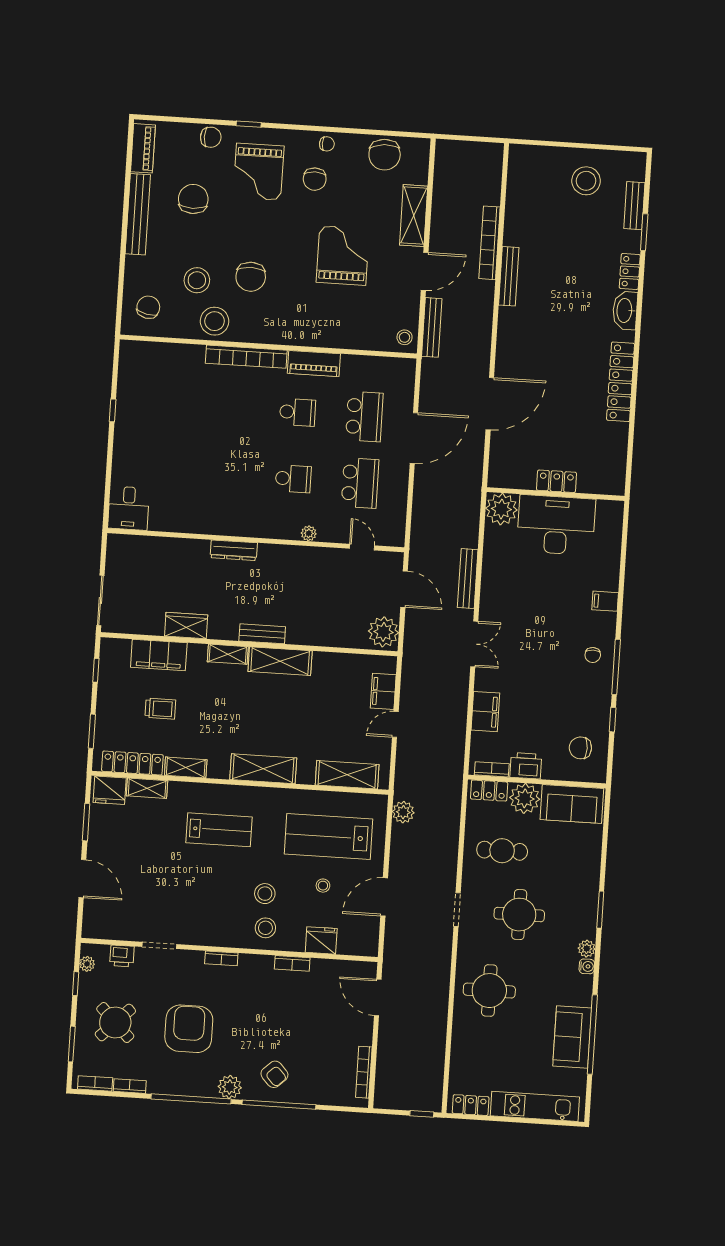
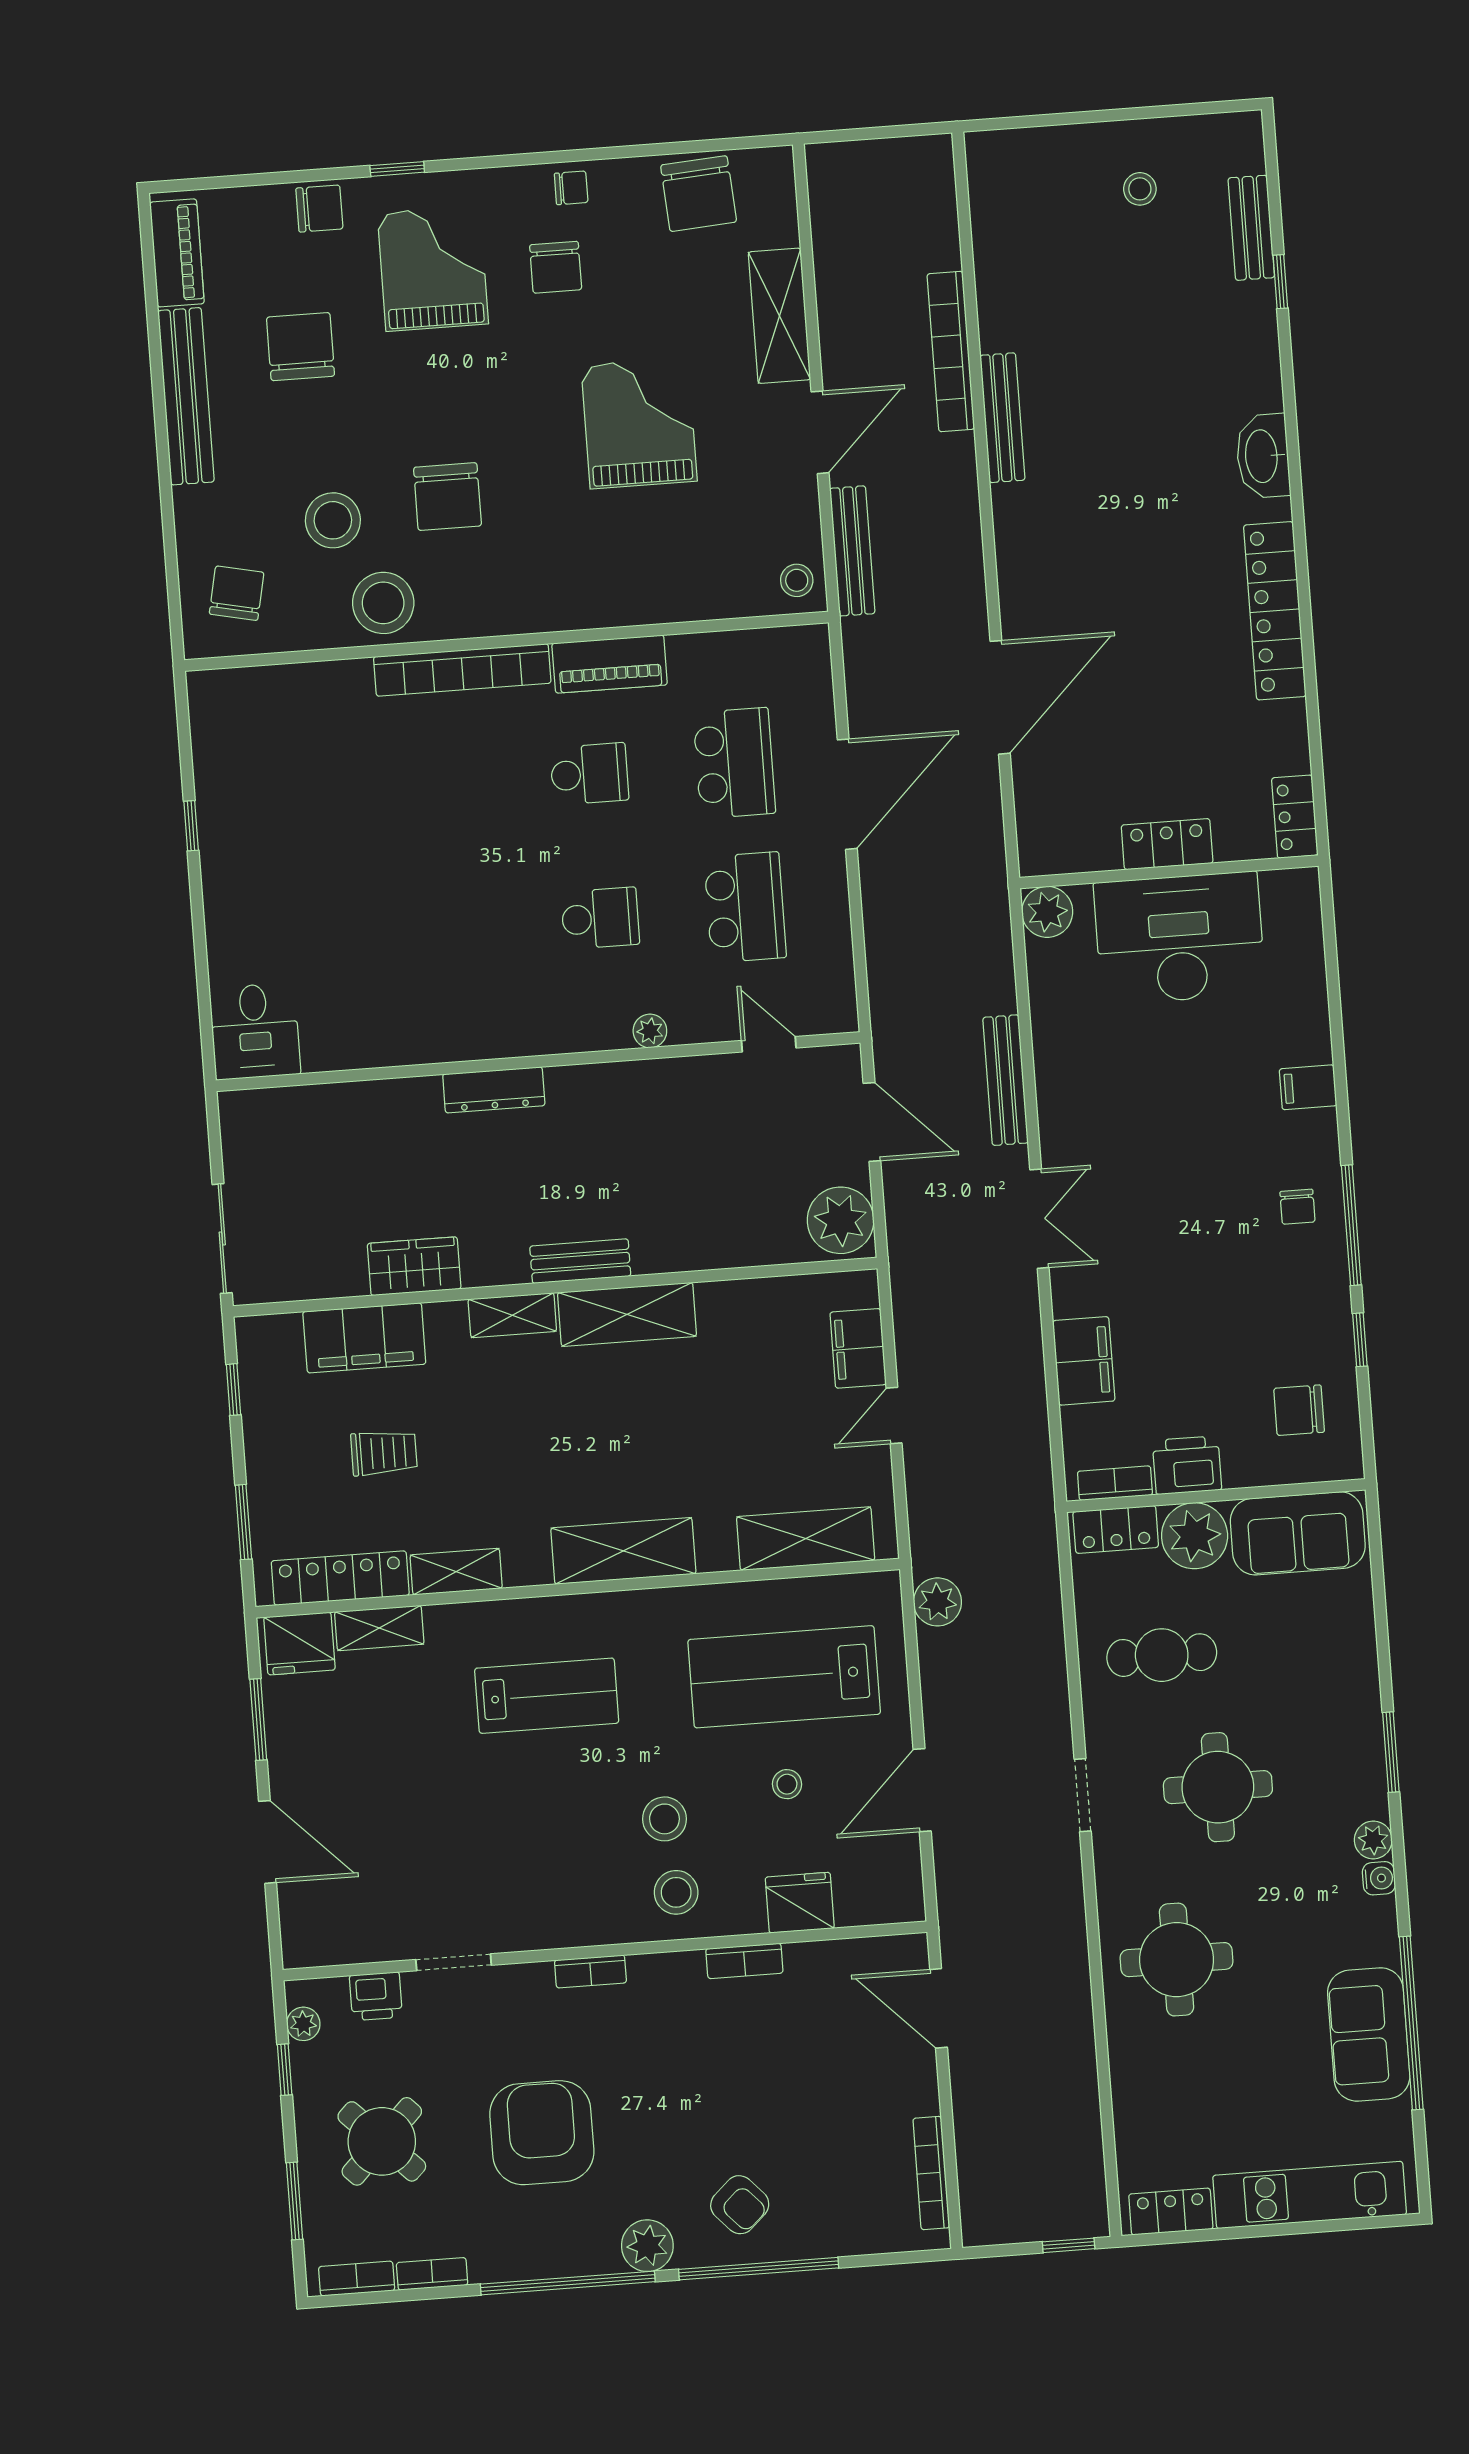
grand piano: (259, 172) -> (433, 268), turned 180
stool: (586, 181) -> (1140, 189), width x0.53, depth x0.53
window: (644, 232) -> (1280, 282), width x0.67
locker: (630, 271) -> (1295, 817), moved
plant: (501, 509) -> (1047, 912), width x0.73, depth x0.73

